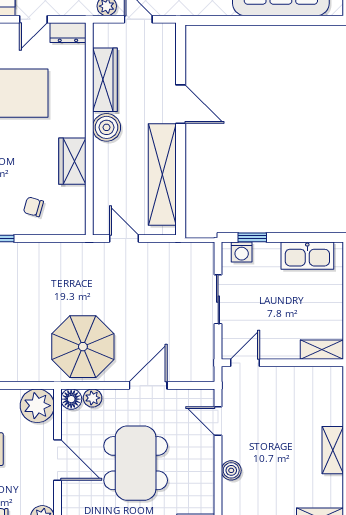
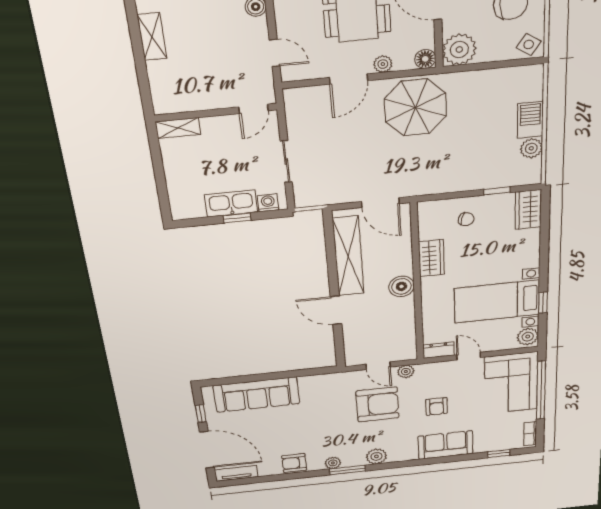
door: (33, 19) -> (469, 356), hinge flipped
wardrobe: (105, 80) -> (405, 321), removed
window: (252, 237) -> (237, 218), moved
door: (124, 238) -> (380, 203), width x1.38
kitchen sink: (307, 256) -> (231, 204), moved
plant: (93, 398) -> (383, 64), moved

